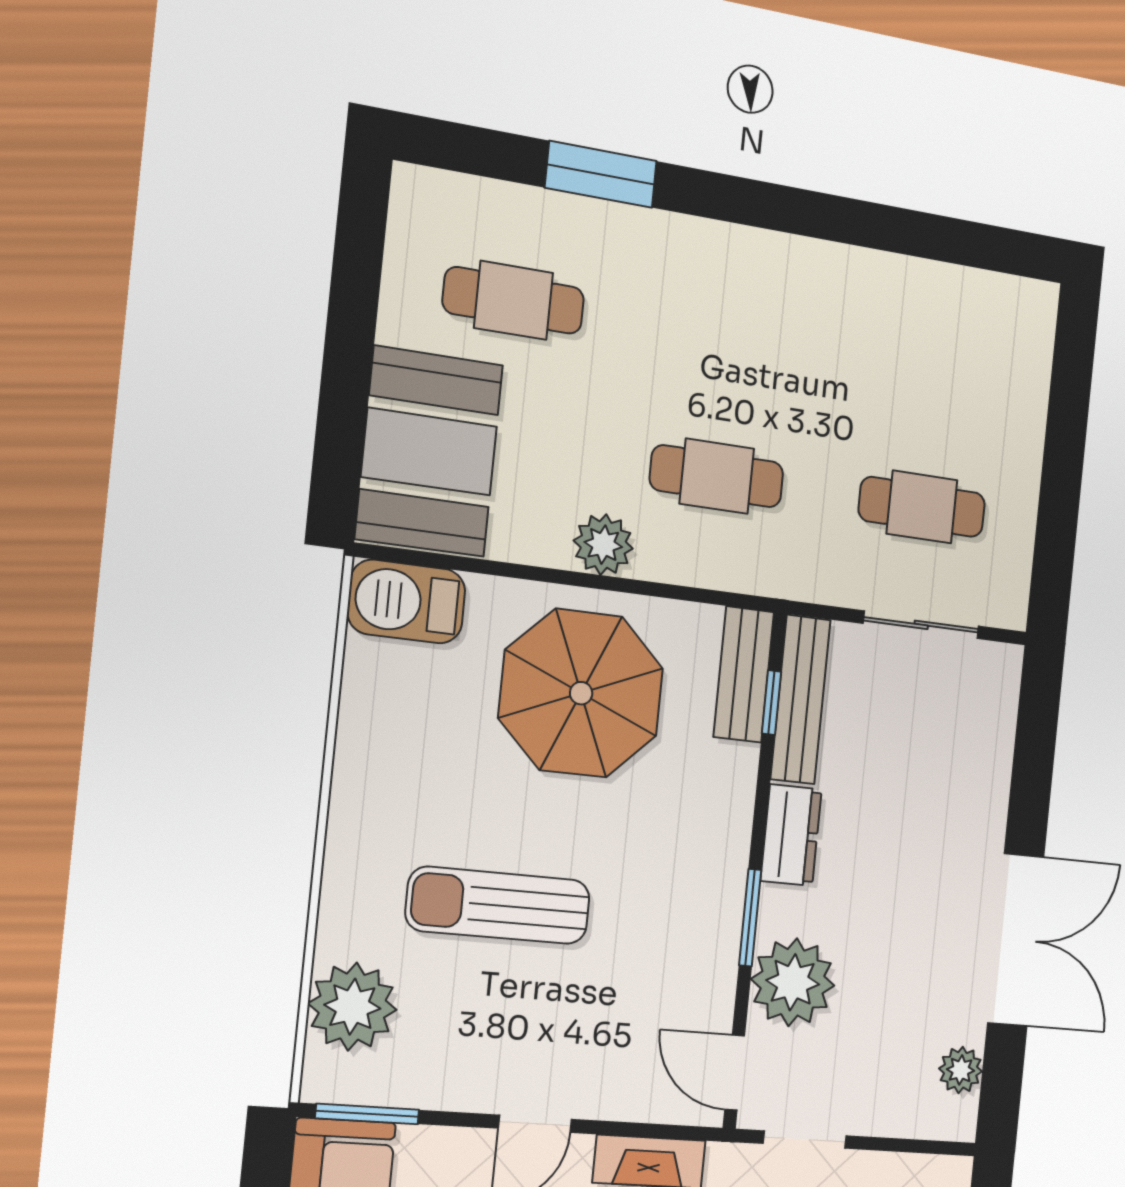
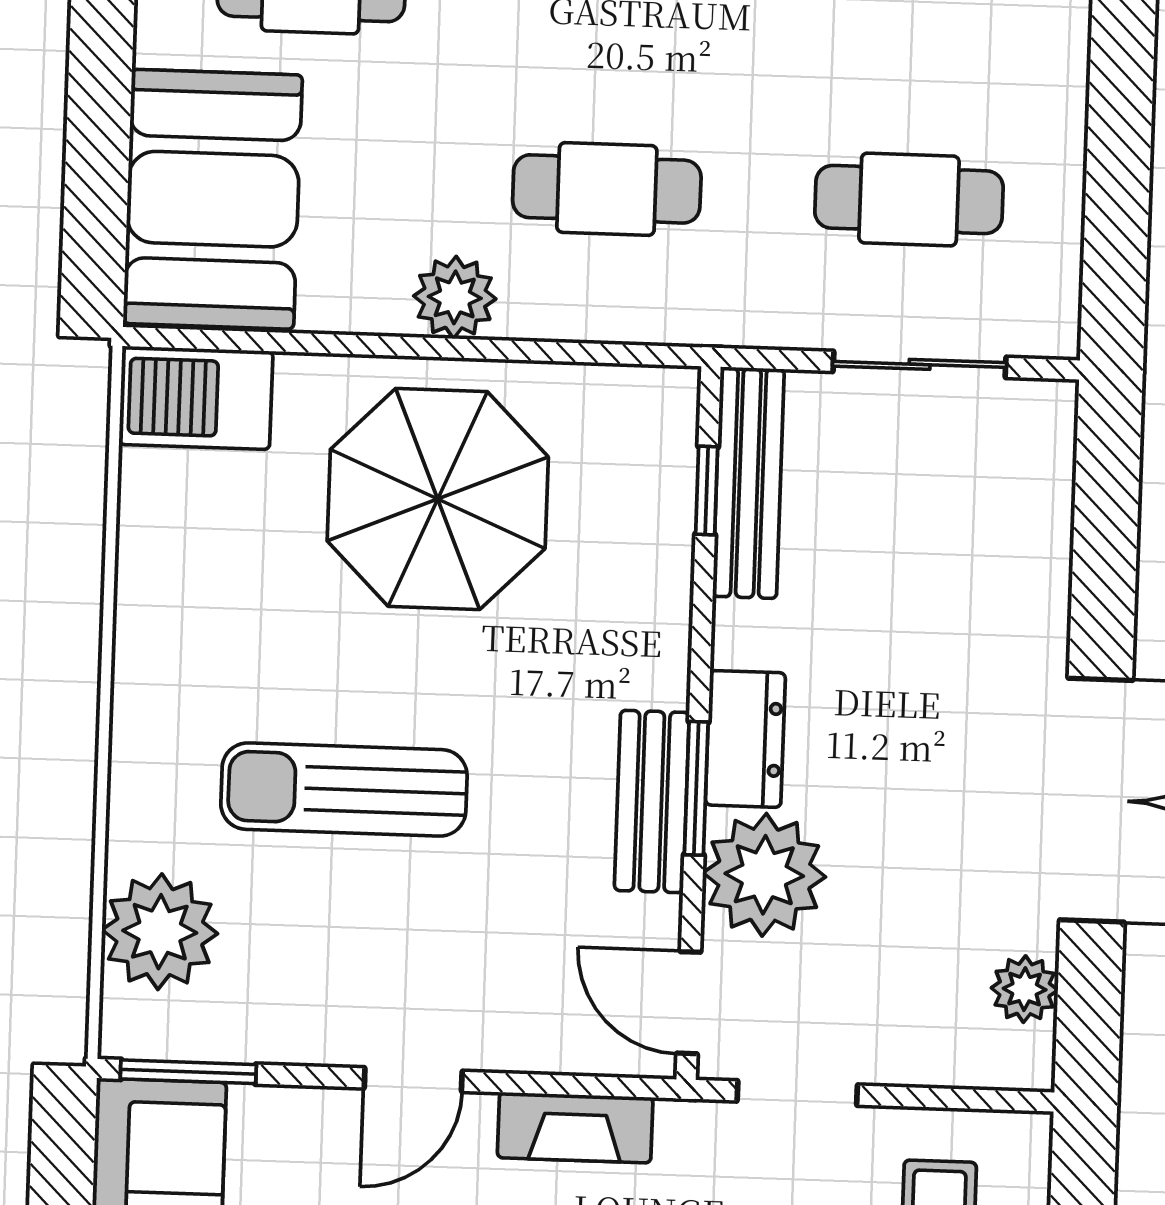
bench: (744, 674) -> (652, 801), moved
dresser: (791, 835) -> (745, 739), moved

